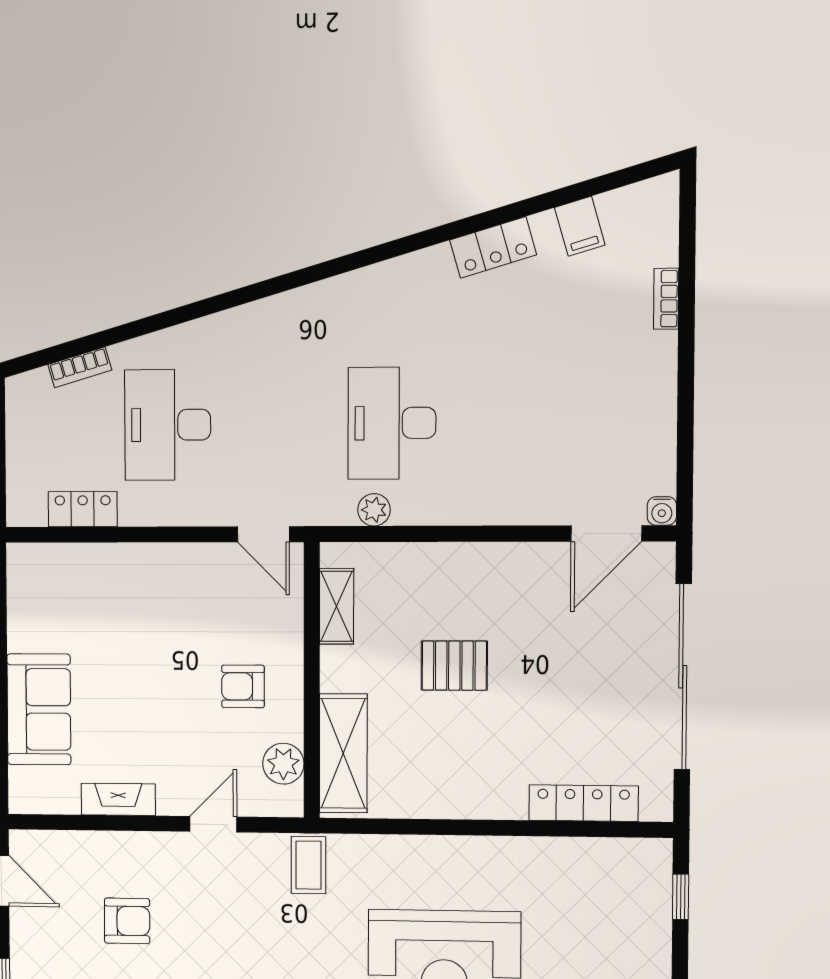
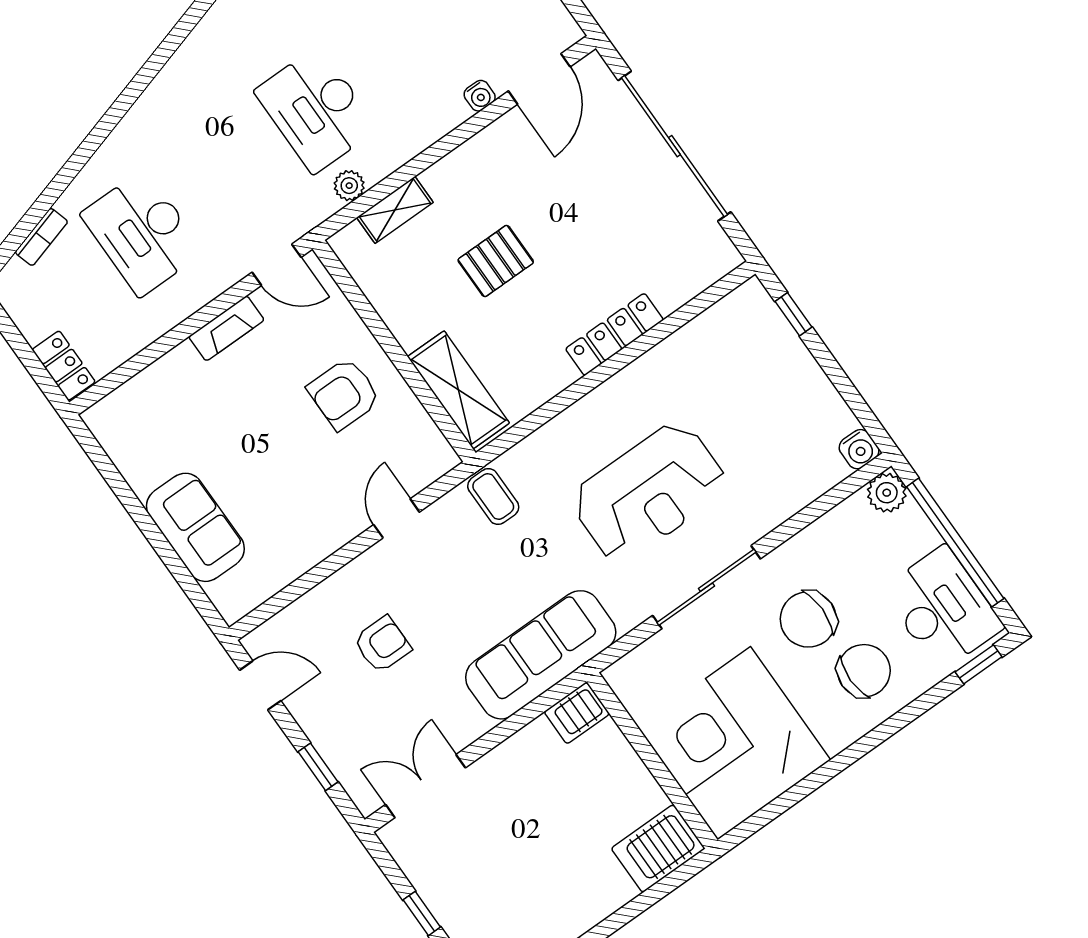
locker: (83, 509) -> (64, 366), moved, turned 90
water cooler: (662, 511) -> (480, 96), moved
shelving: (337, 606) -> (395, 210), moved, turned 90
armchair: (243, 686) -> (344, 394), width x1.38, depth x1.38
plant: (283, 764) -> (418, 431), removed
fireplace: (118, 799) -> (226, 328), moved, turned 180
locker: (584, 803) -> (614, 334), moved

